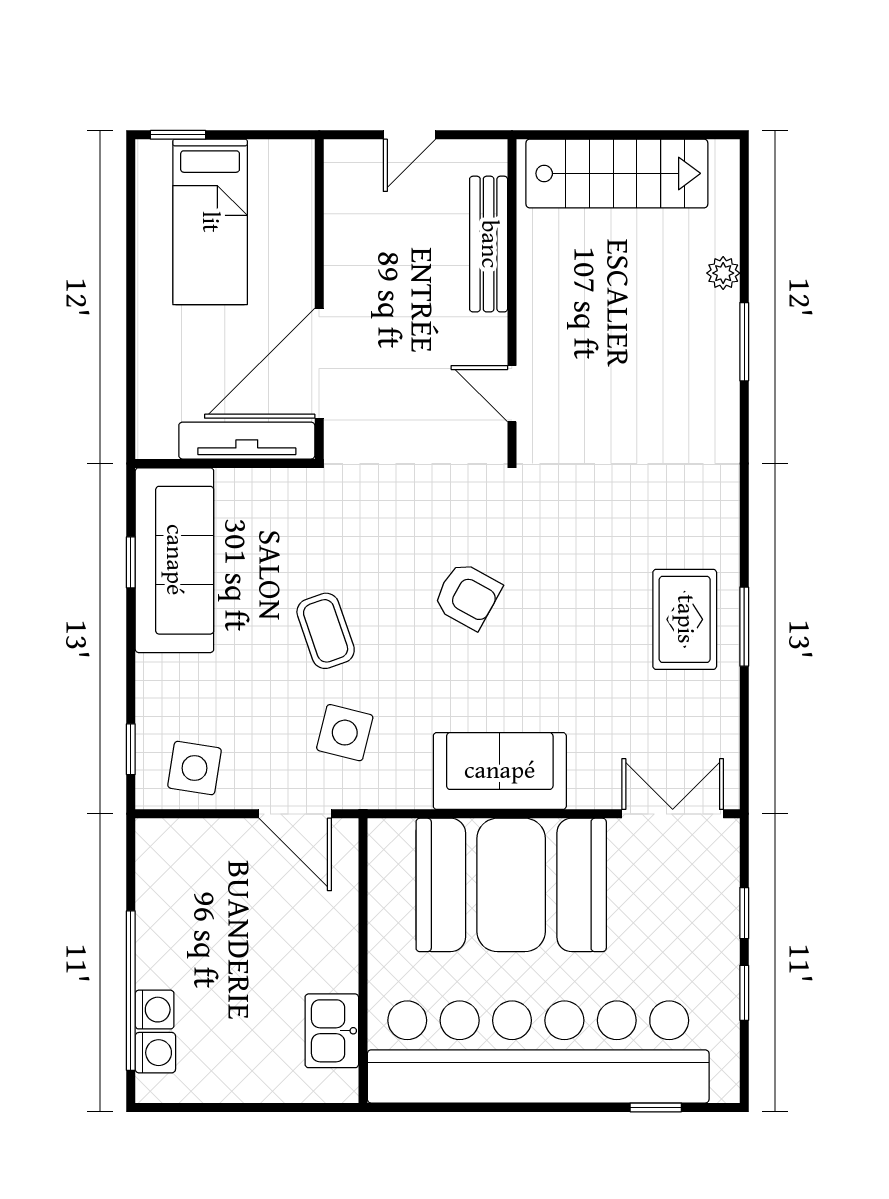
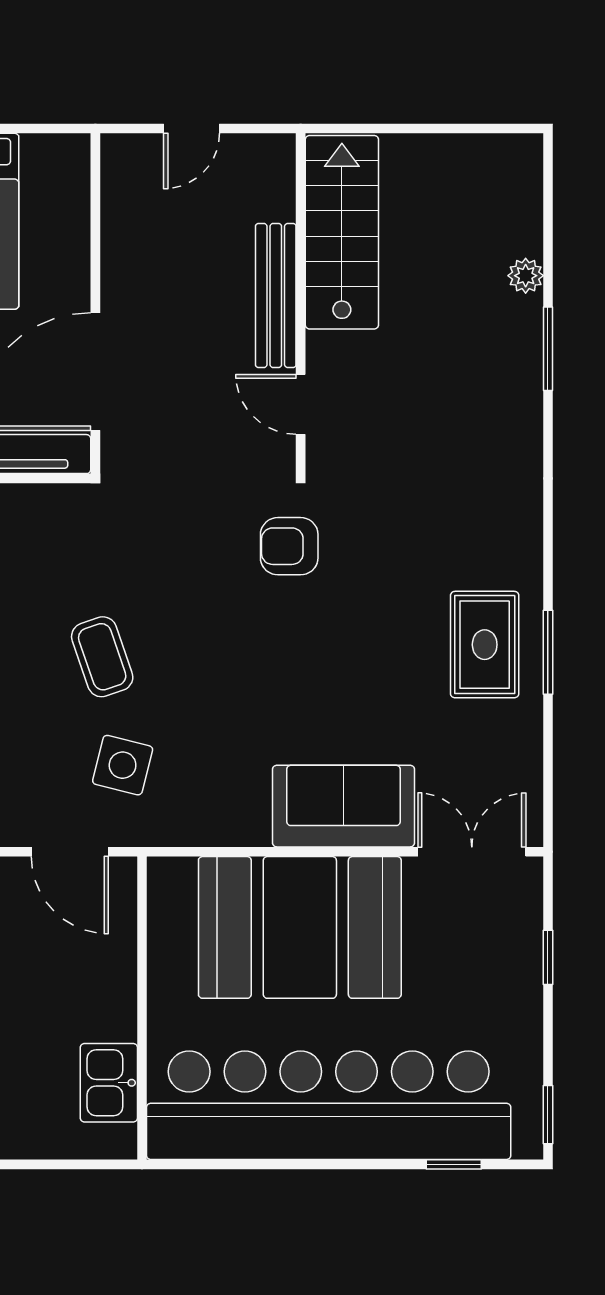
stairs: (617, 173) -> (342, 232), moved, turned -90
bench: (489, 244) -> (276, 296), moved
armchair: (467, 596) -> (289, 546), moved, turned 151
sofa: (500, 771) -> (343, 806), moved
window: (744, 993) -> (548, 1115), moved

